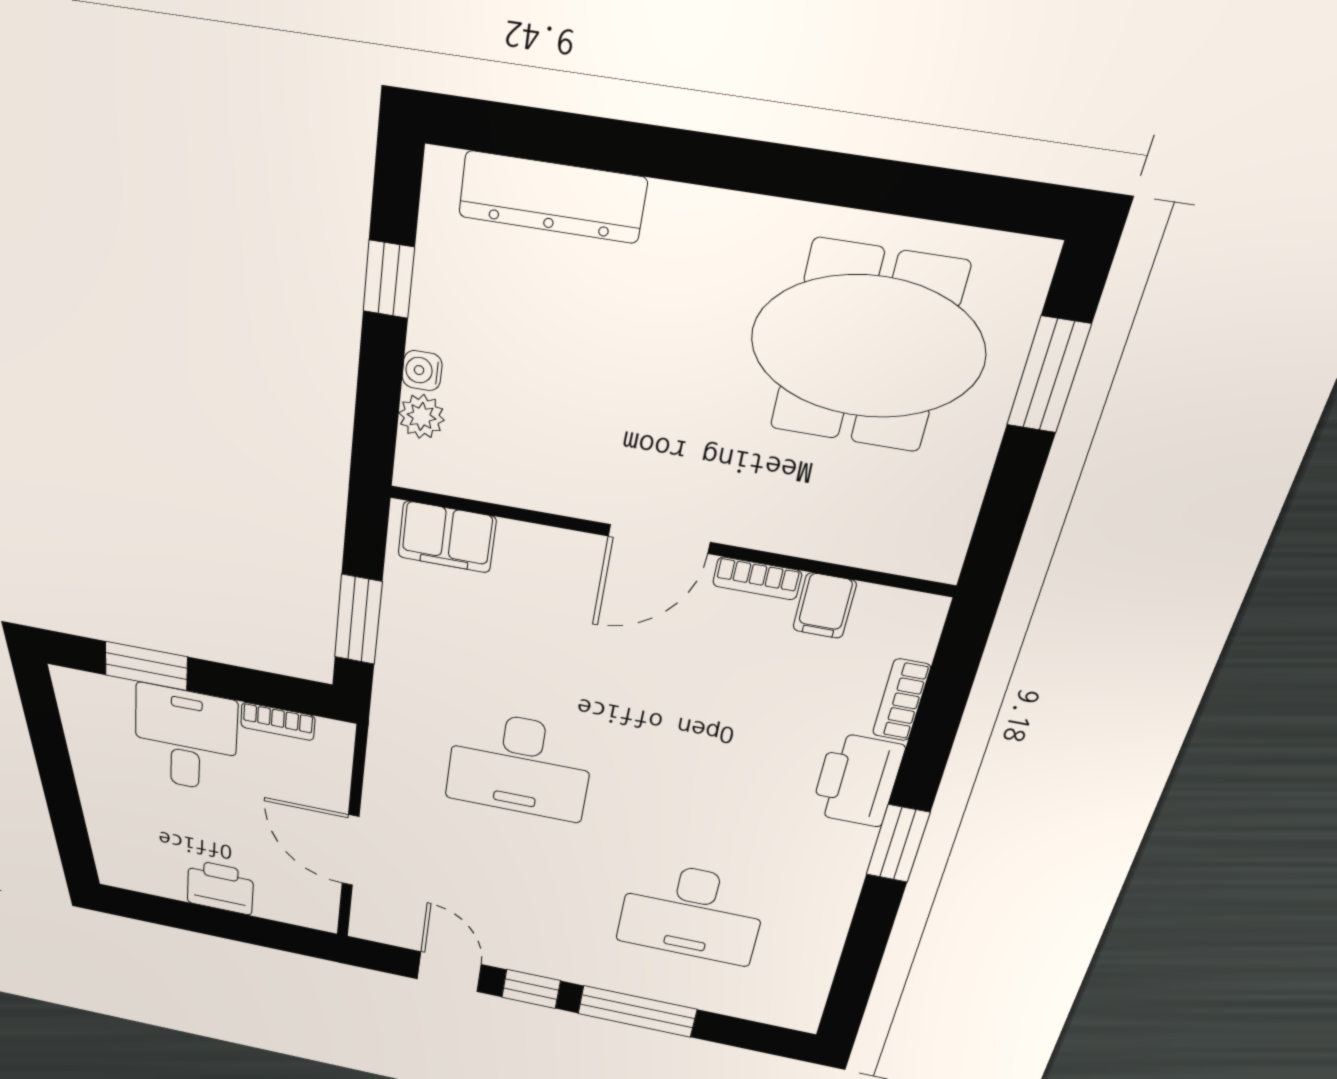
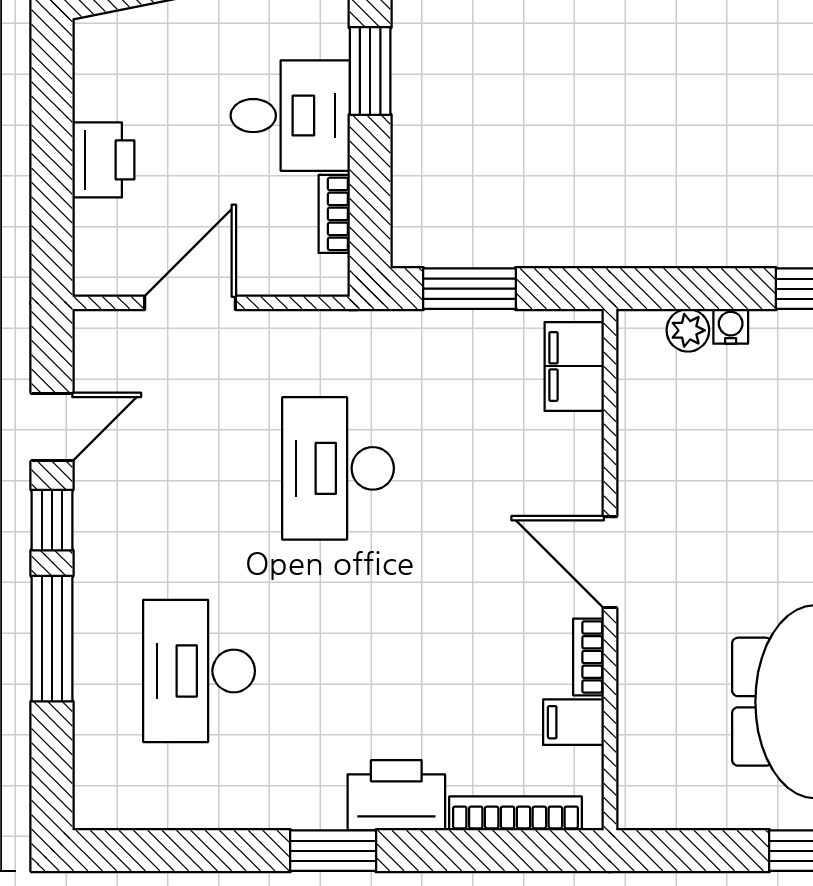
bookcase: (901, 700) -> (516, 813), width x1.56

